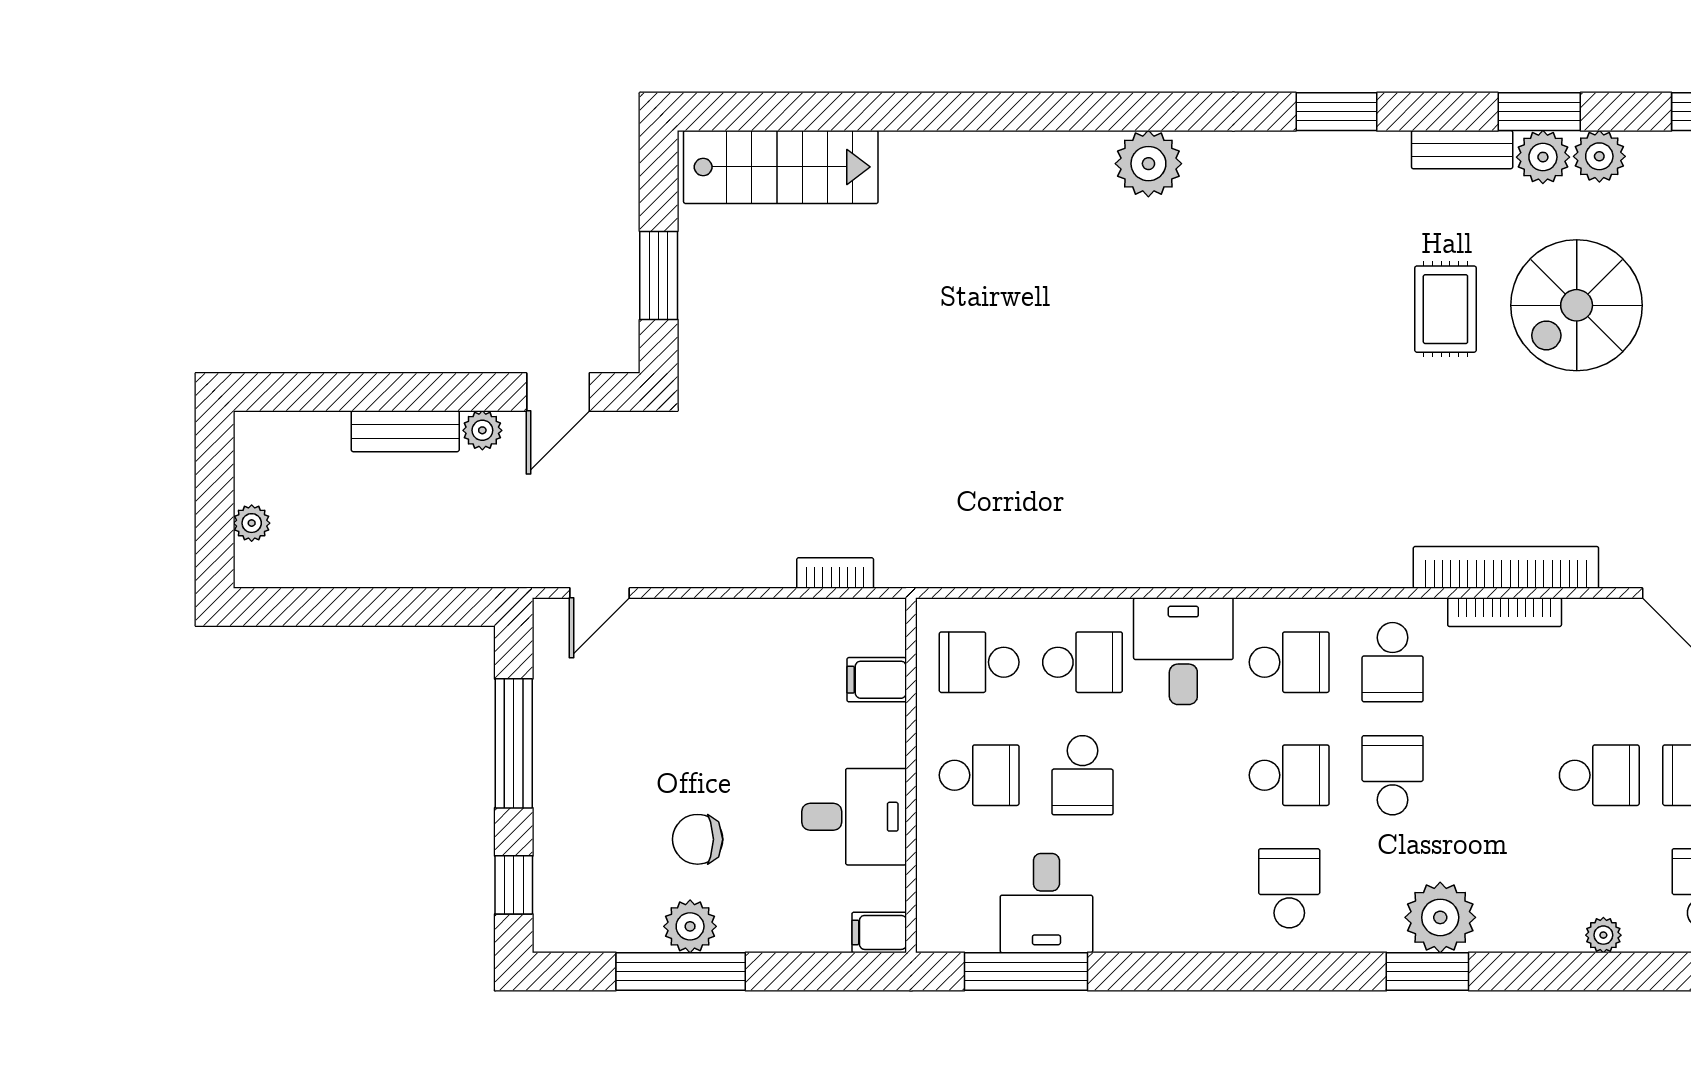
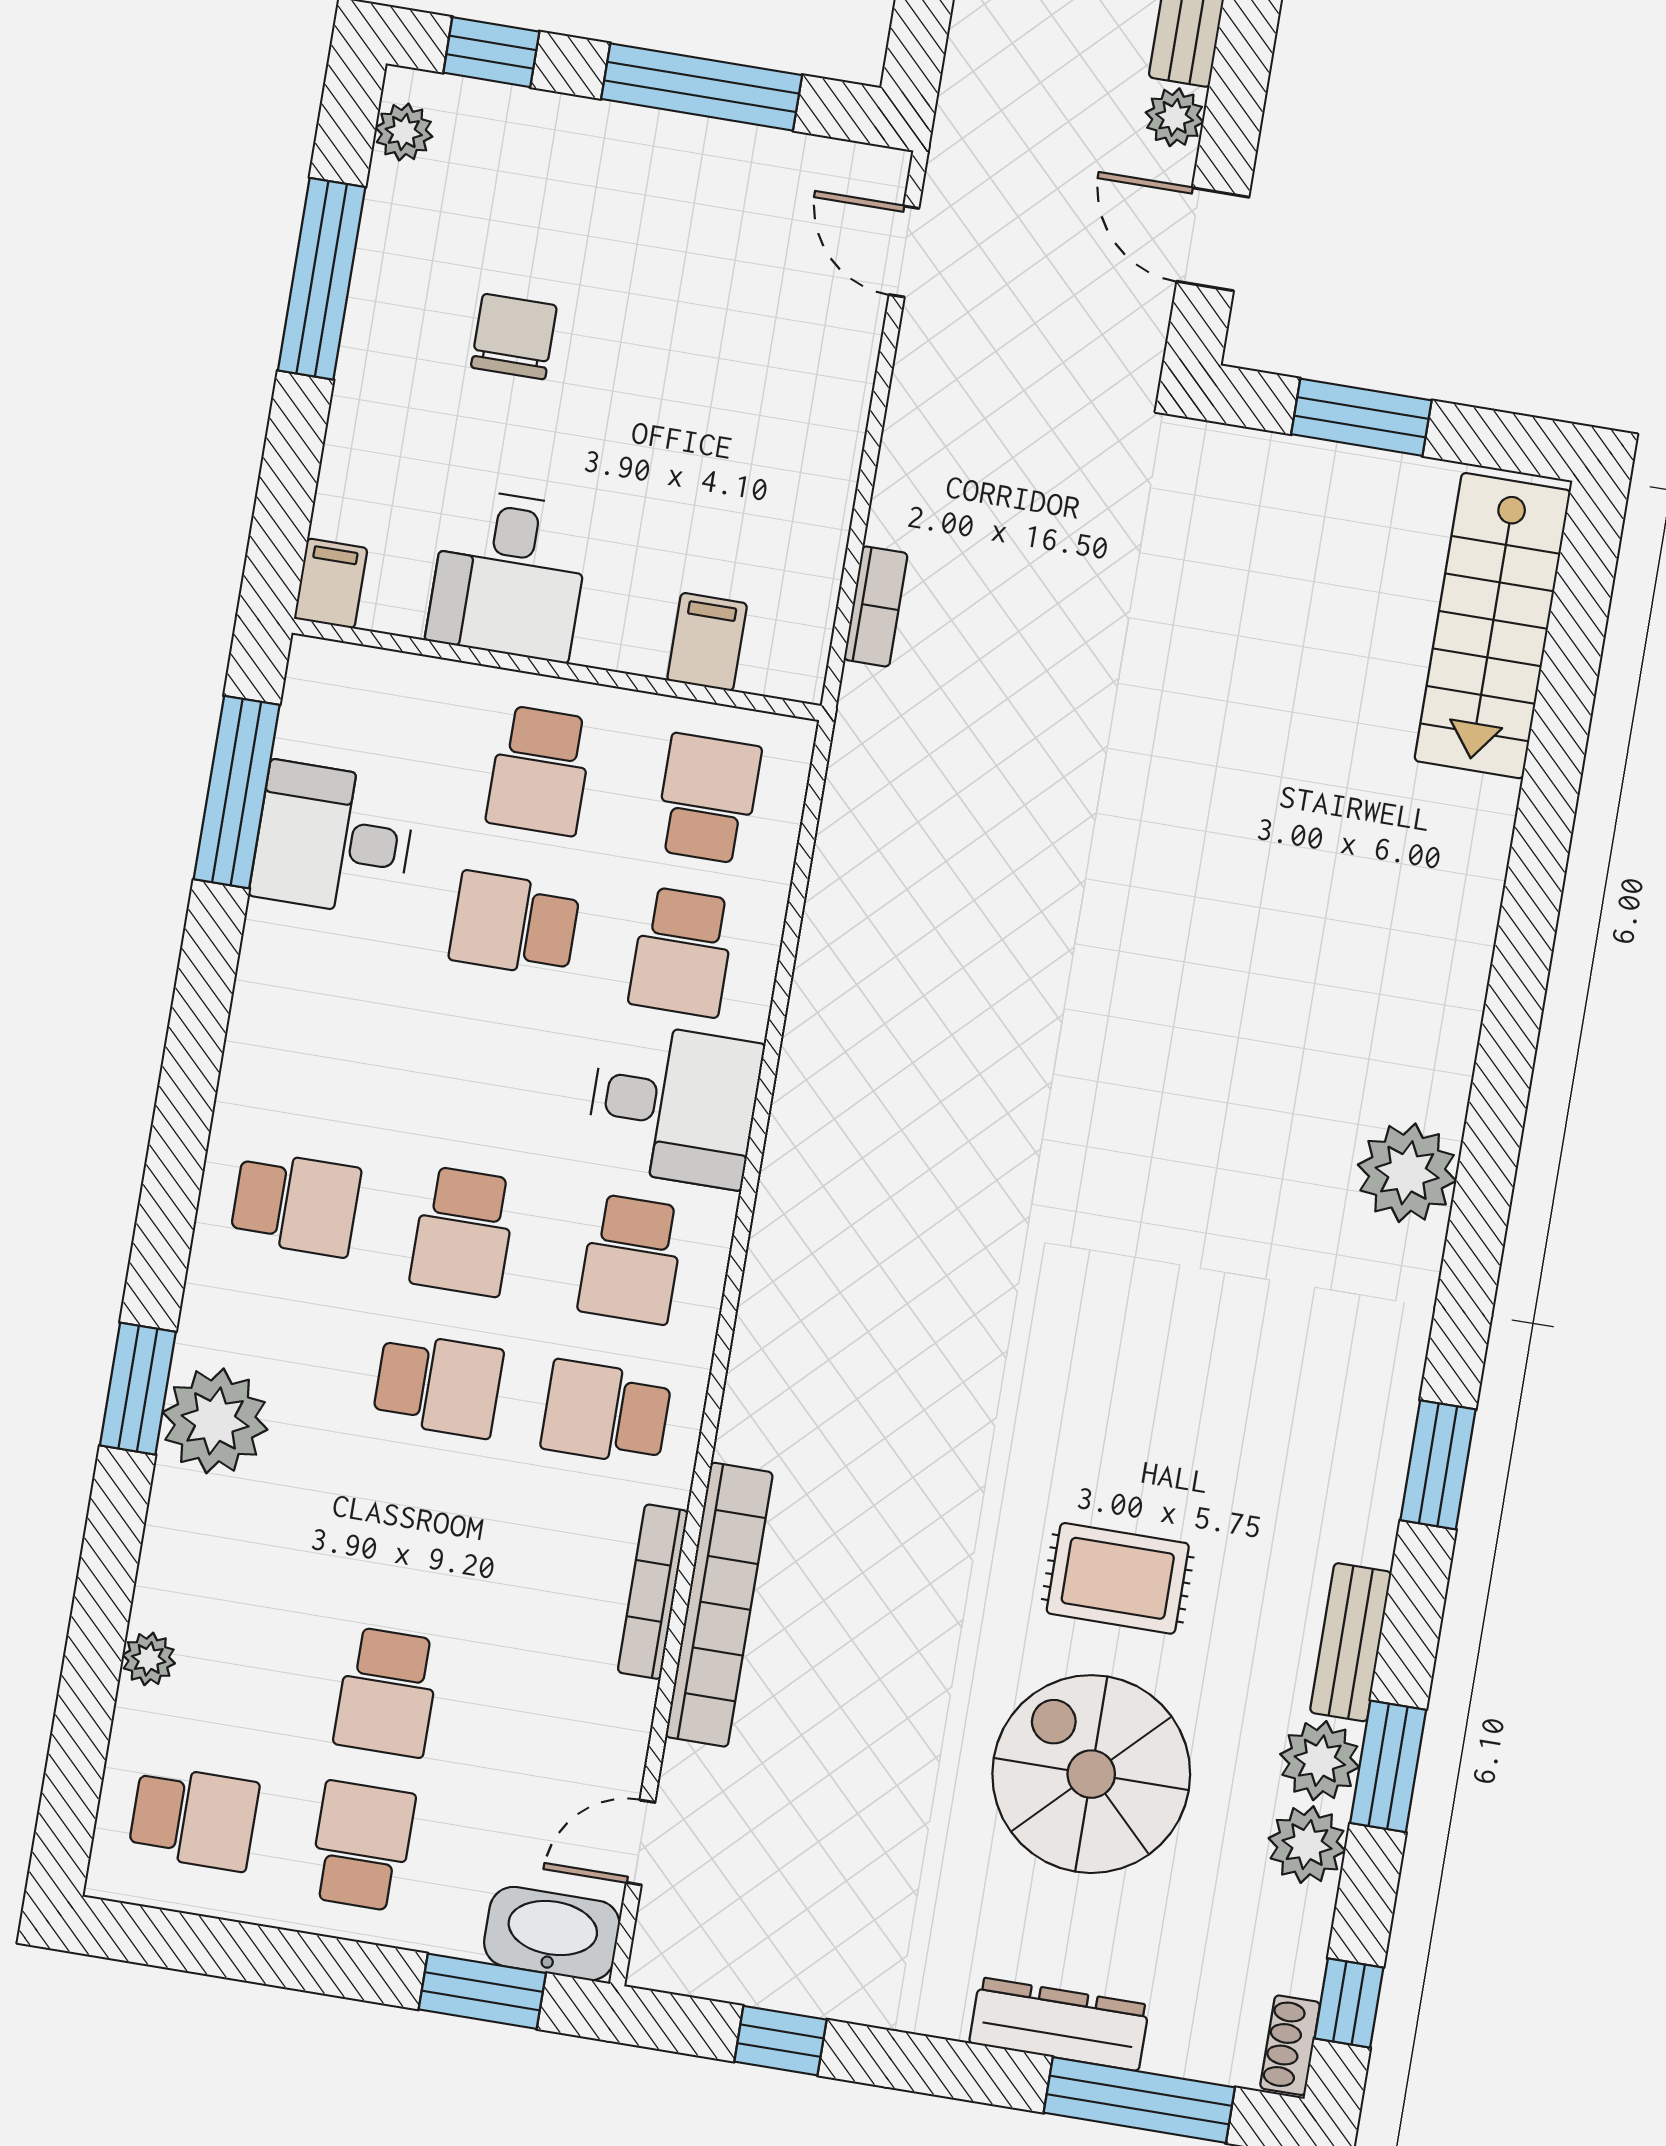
plant: (690, 926) -> (404, 132), moved, width x0.73, depth x0.73

